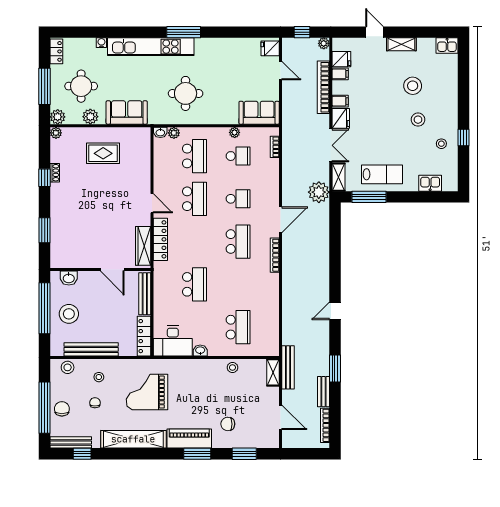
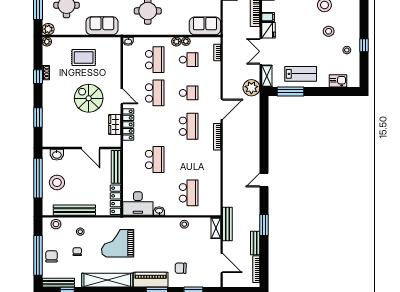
plant: (90, 117) -> (74, 29), removed
plant: (174, 133) -> (176, 42), moved
double door: (331, 145) -> (261, 51), swing flipped
spiral stairs: (110, 206) -> (89, 98), added
wardrobe: (143, 246) -> (115, 124), width x0.67

